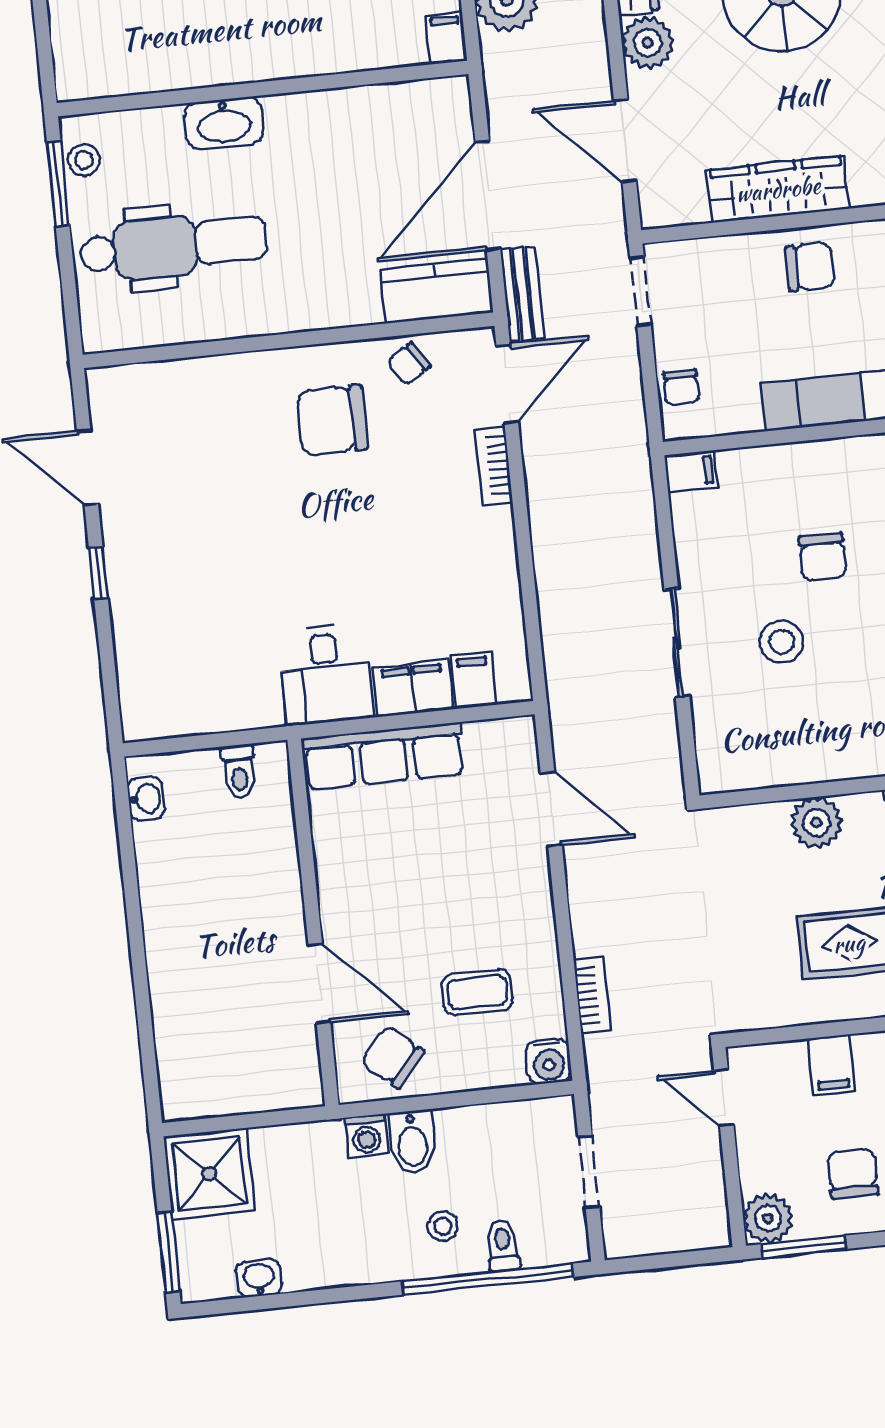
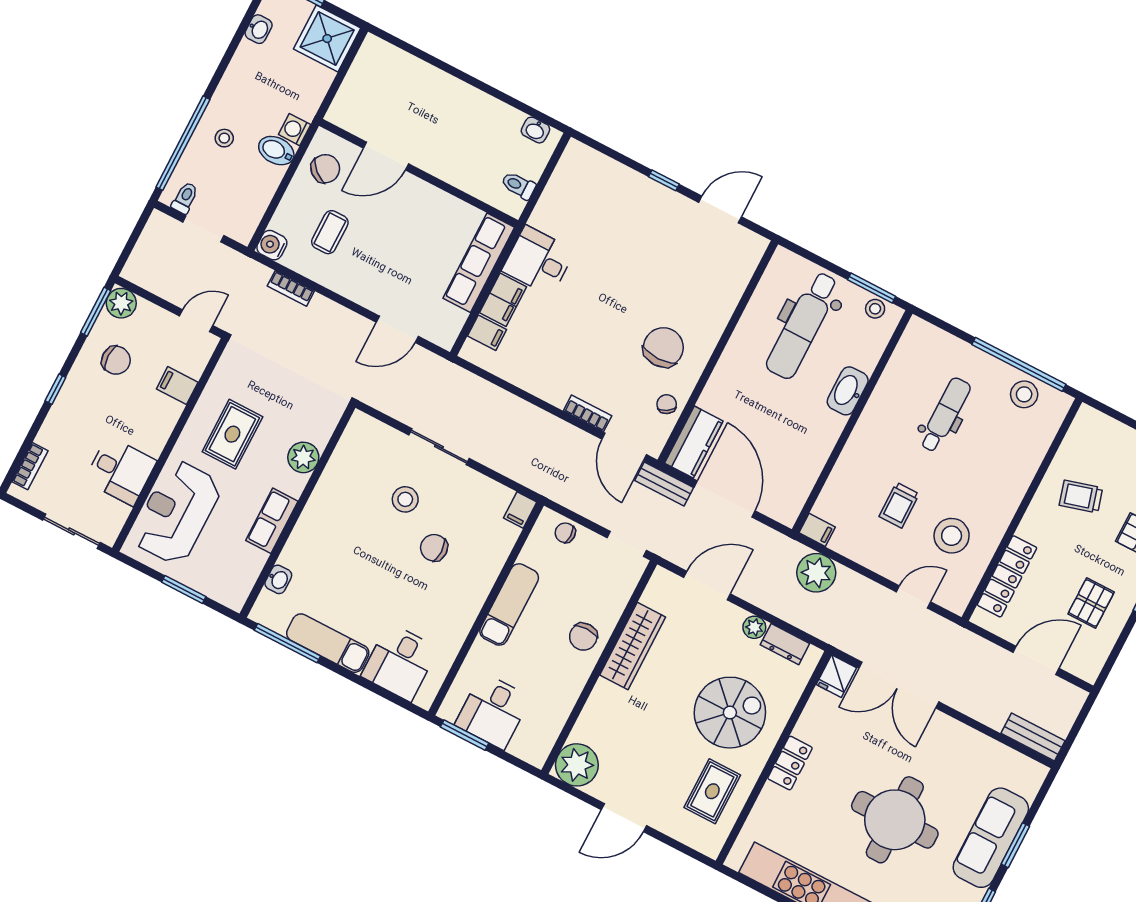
plant: (648, 43) -> (754, 627), width x0.73, depth x0.73
toilet: (503, 1246) -> (185, 198), moved, turned -90

